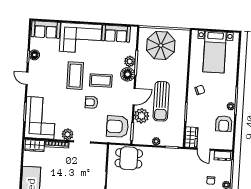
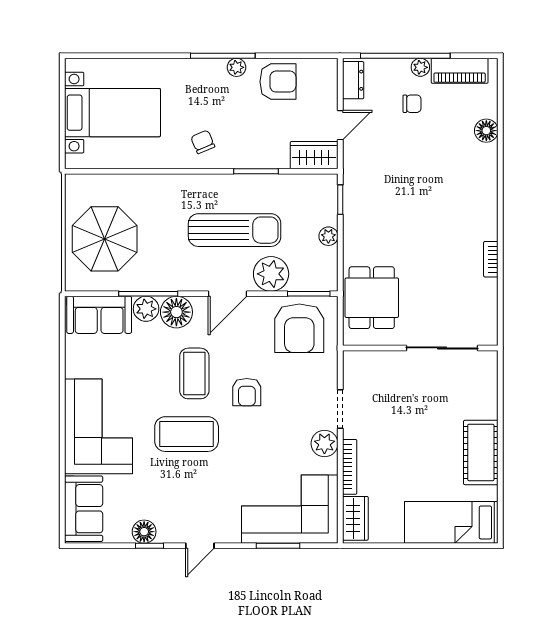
sofa: (116, 34) -> (99, 315), moved, turned 90
door: (134, 97) -> (227, 294), swing flipped

